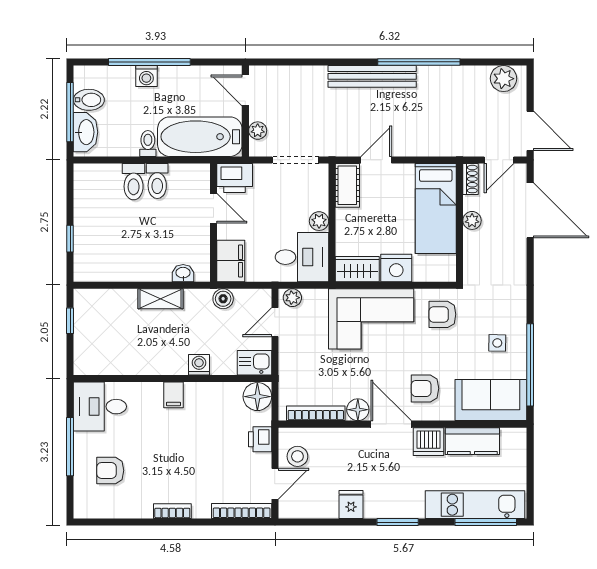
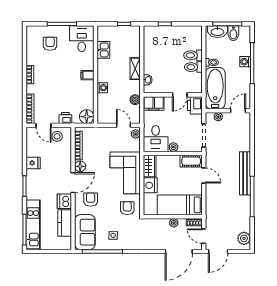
kitchen sink: (254, 363) -> (103, 50), moved

